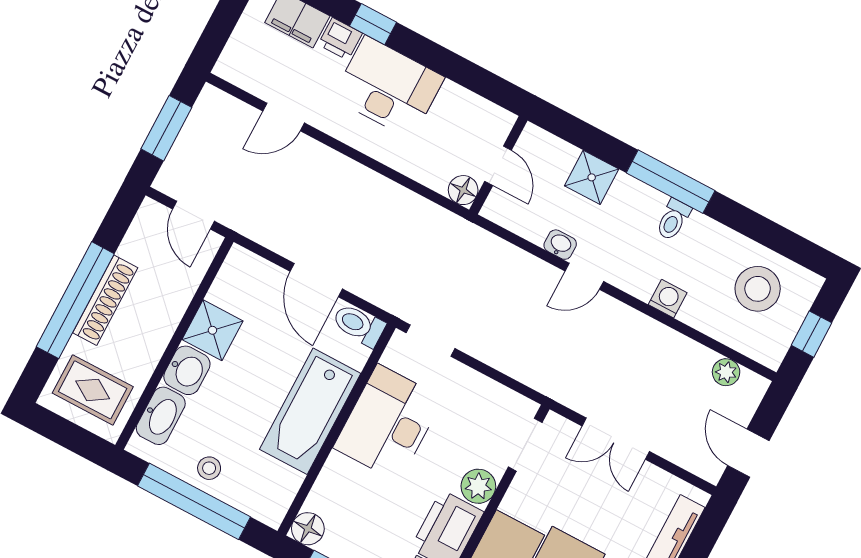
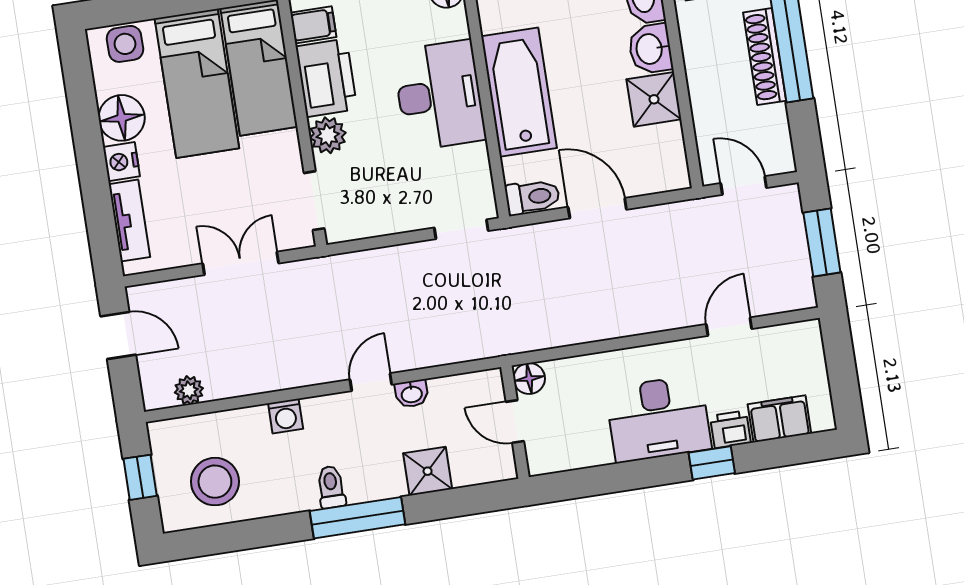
desk: (388, 423) -> (439, 95), moved

